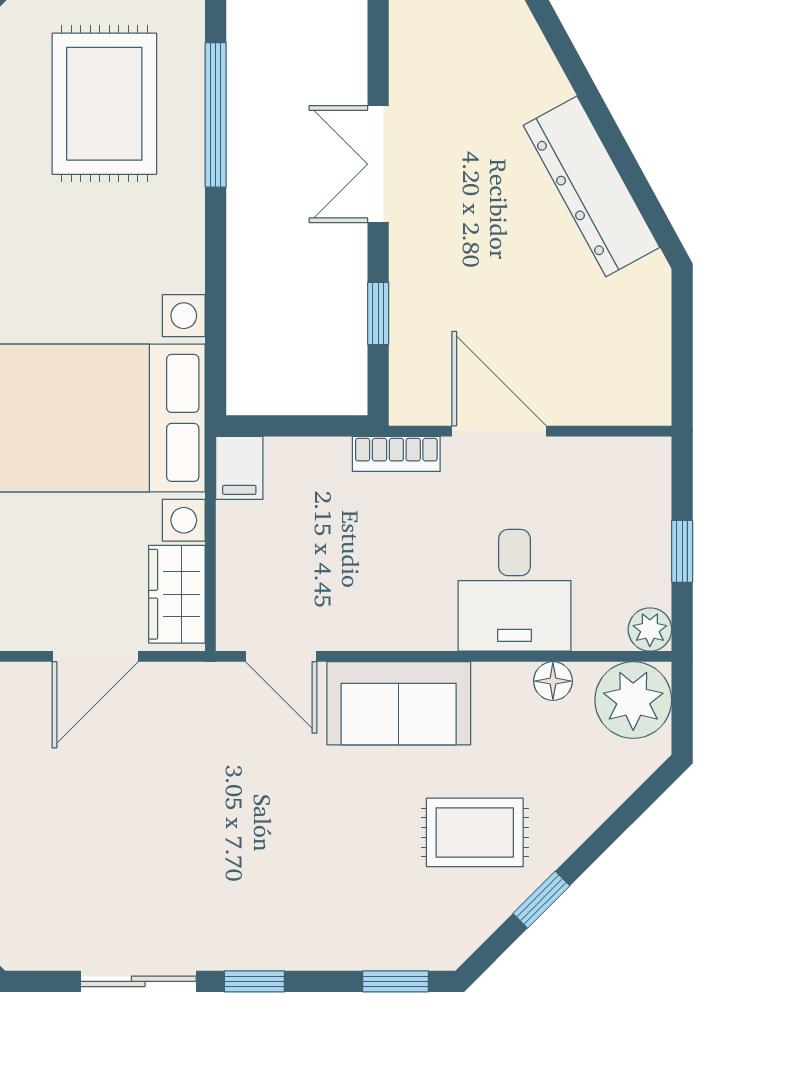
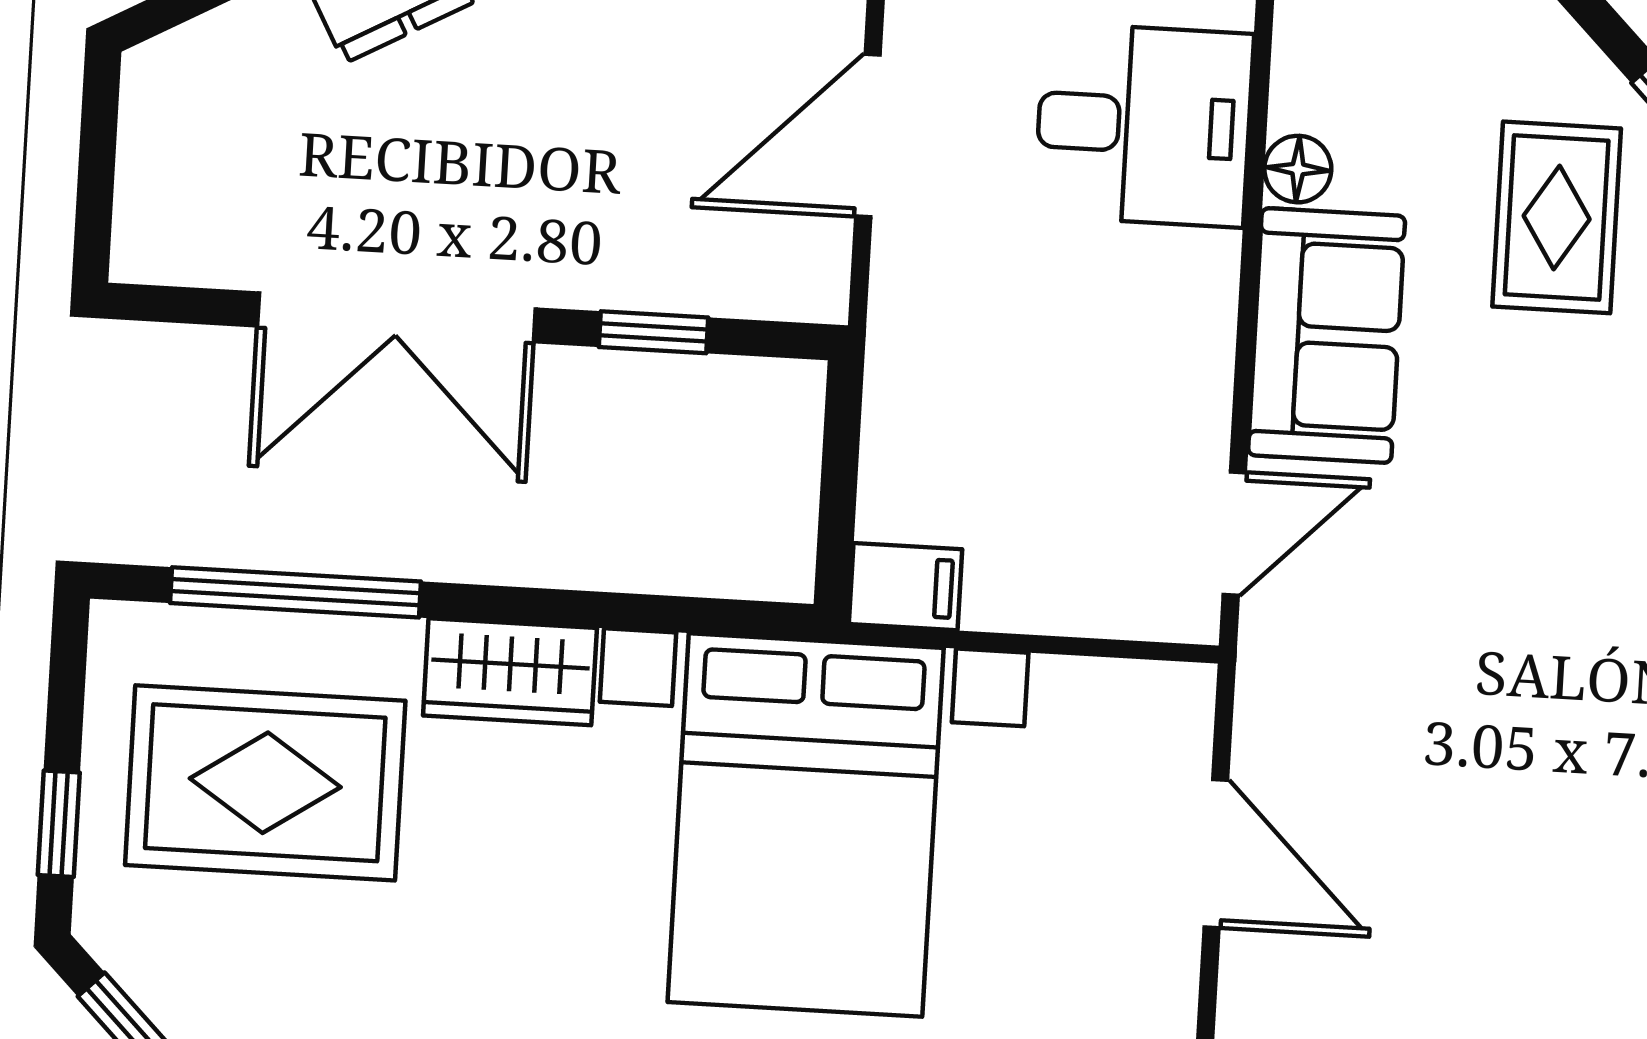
double door: (378, 164) -> (396, 317), width x1.37
bookcase: (396, 454) -> (897, 315), removed
wardrobe: (177, 594) -> (510, 672), moved
floor lamp: (553, 681) -> (1298, 169), moved

